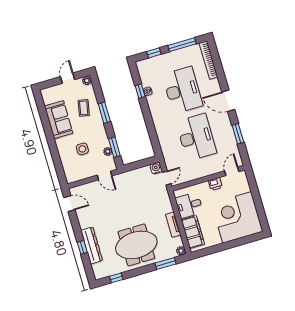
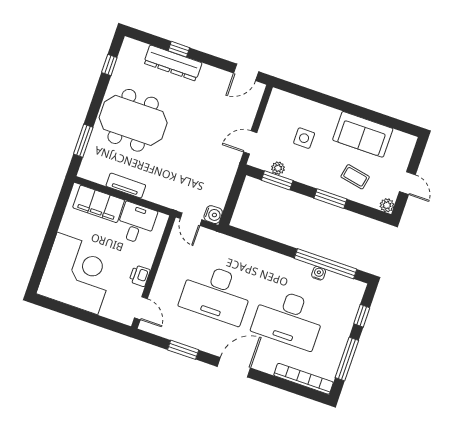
window: (140, 91) -> (326, 264), width x3.17
meeting table: (136, 245) -> (133, 120), turned 90
plant: (181, 251) -> (85, 172), removed

